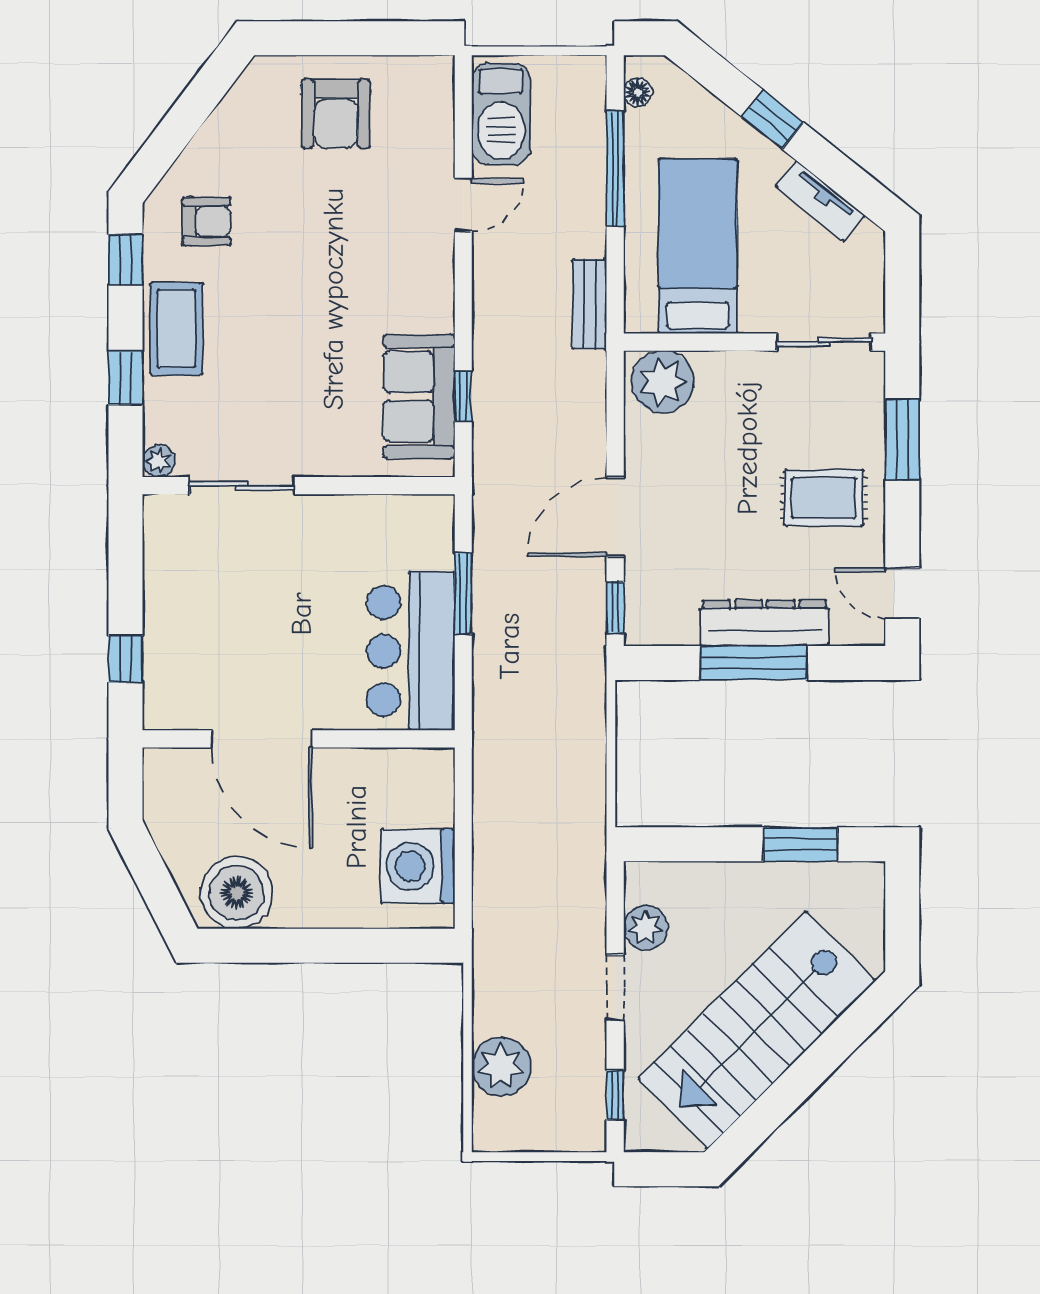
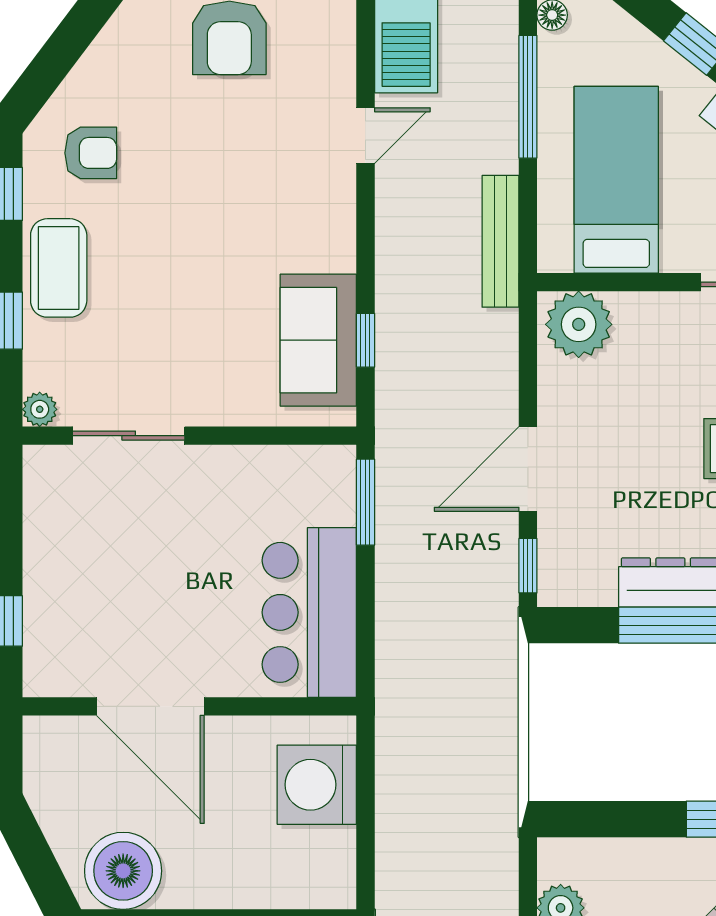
bench: (590, 304) -> (500, 241), width x1.36
window: (463, 593) -> (365, 502), moved
washing machine: (418, 866) -> (317, 785), moved

